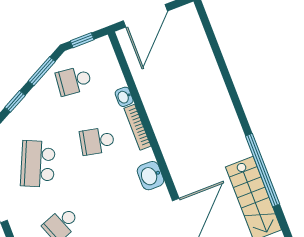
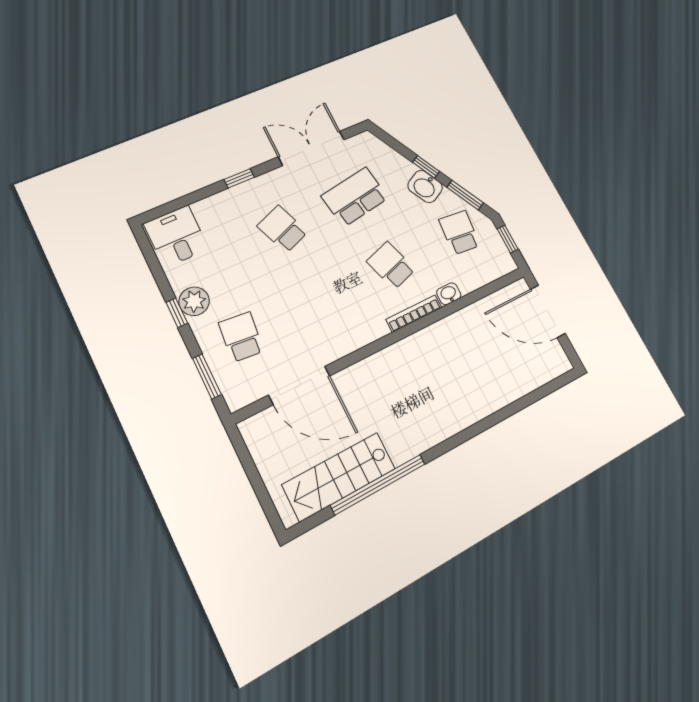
school desk: (97, 141) -> (391, 265), turned -30
school desk: (38, 164) -> (355, 197), turned -33
washbasin: (150, 176) -> (425, 186), moved, turned -117

